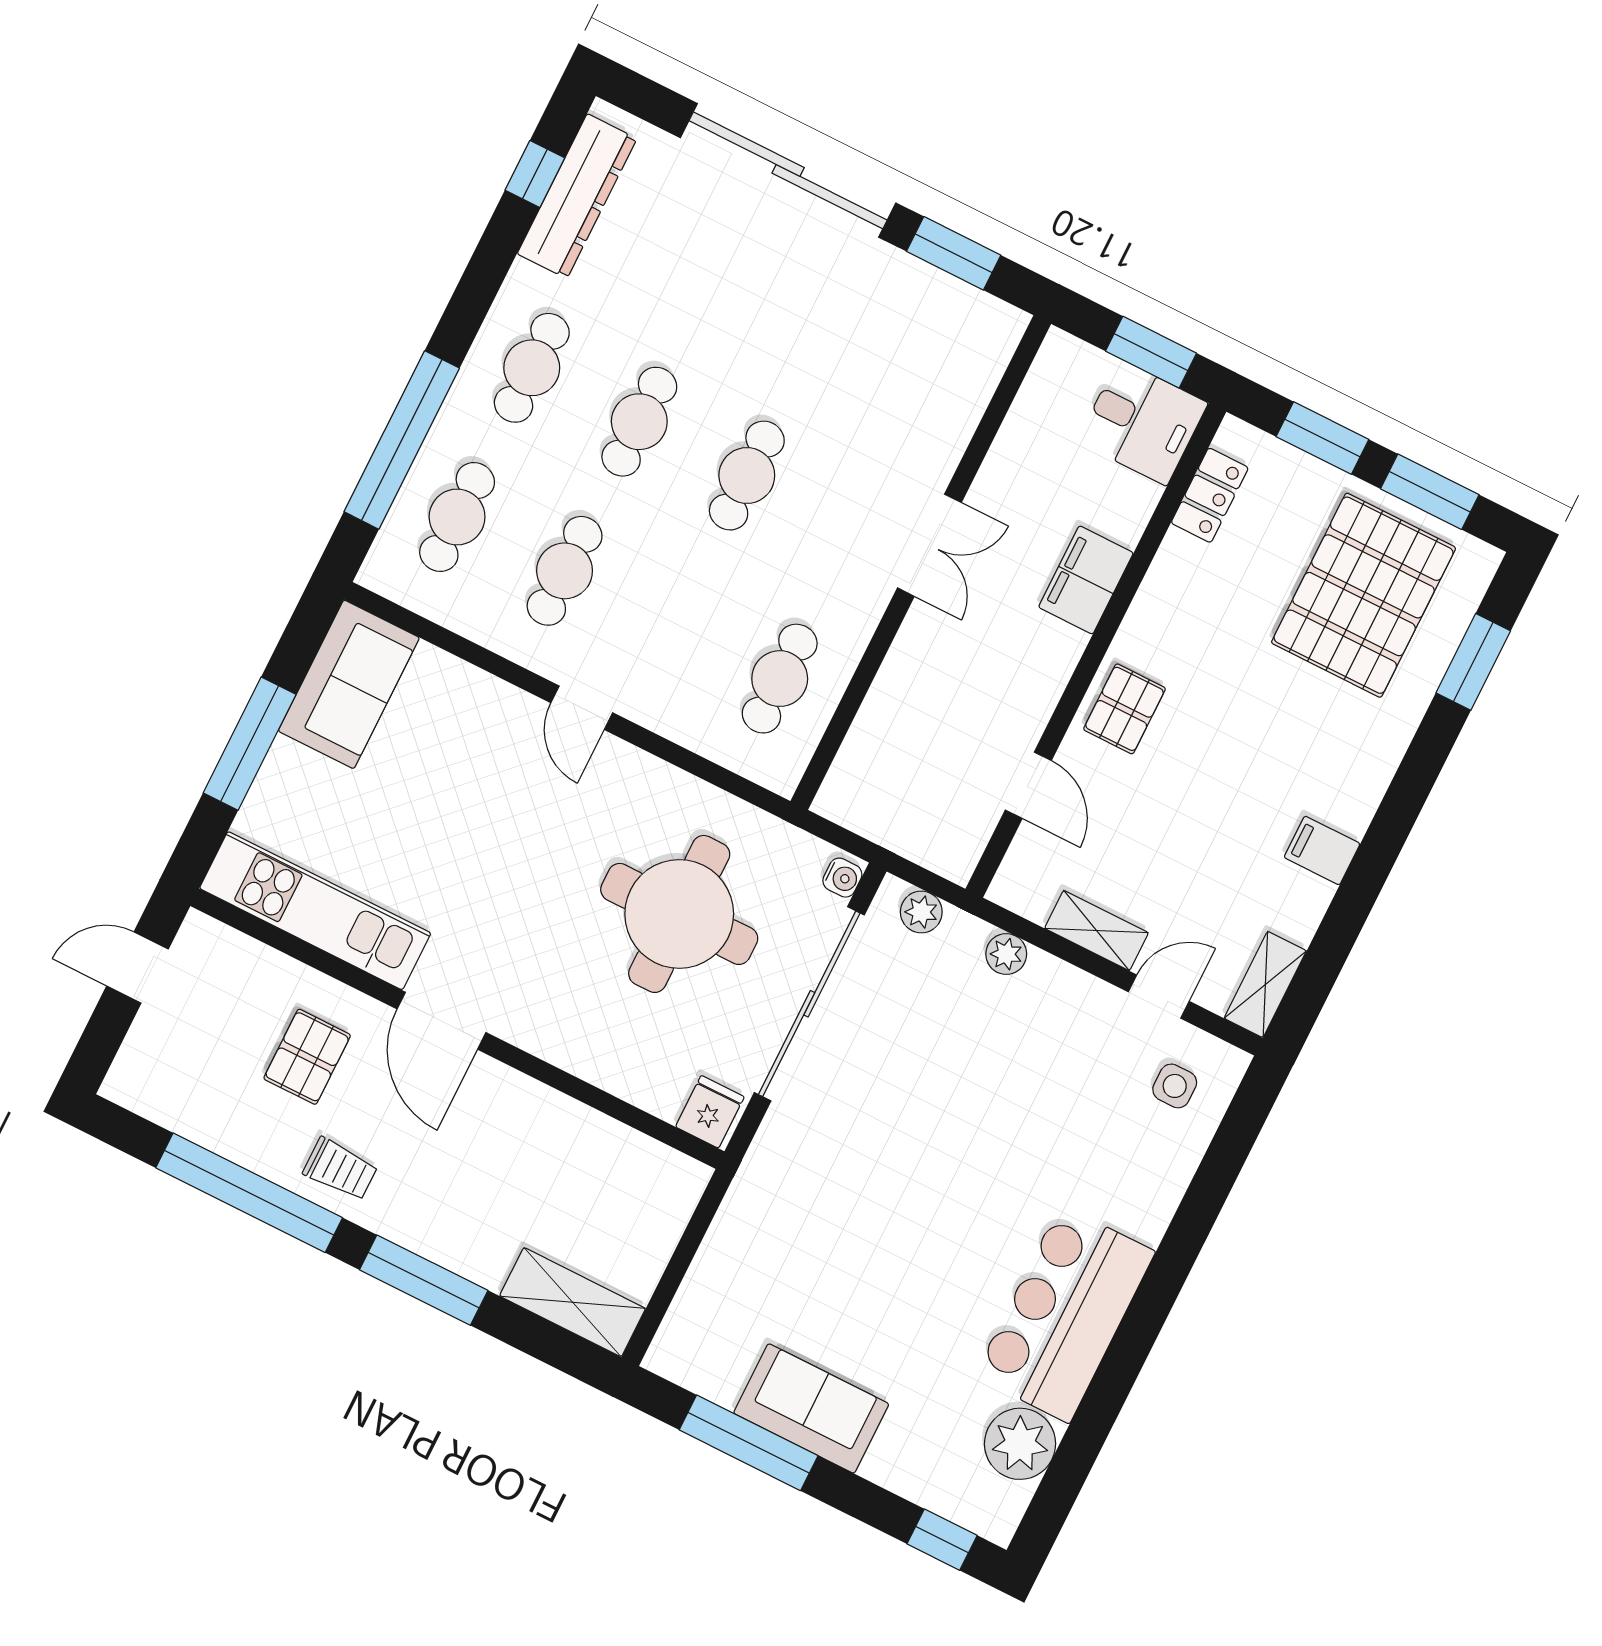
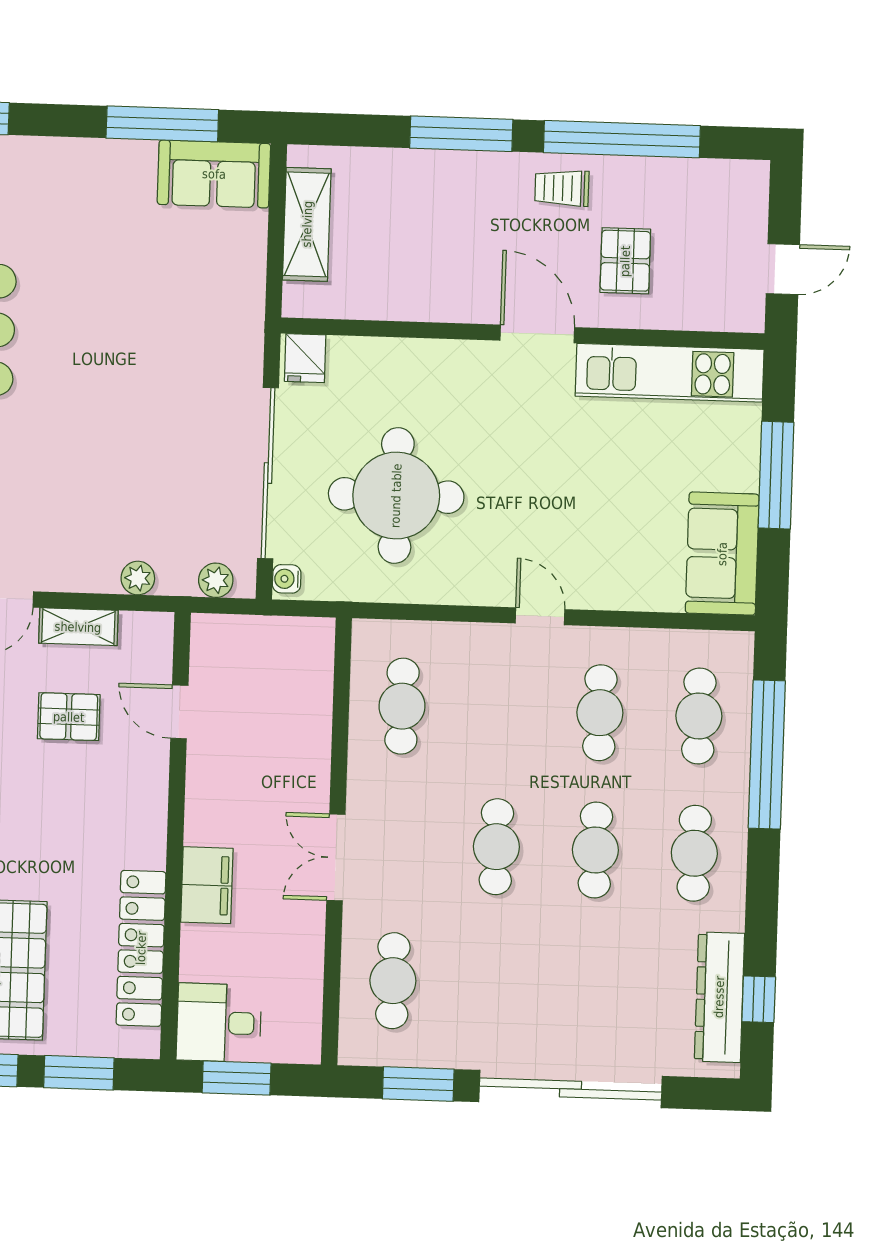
cafe table: (929, 380) -> (393, 981), added
locker: (1210, 495) -> (141, 948), width x2.16, depth x1.21
pallet: (1124, 709) -> (69, 717), moved, turned 90
shelving: (573, 1302) -> (307, 224), moved, turned 90
sofa: (811, 1408) -> (214, 174), moved

